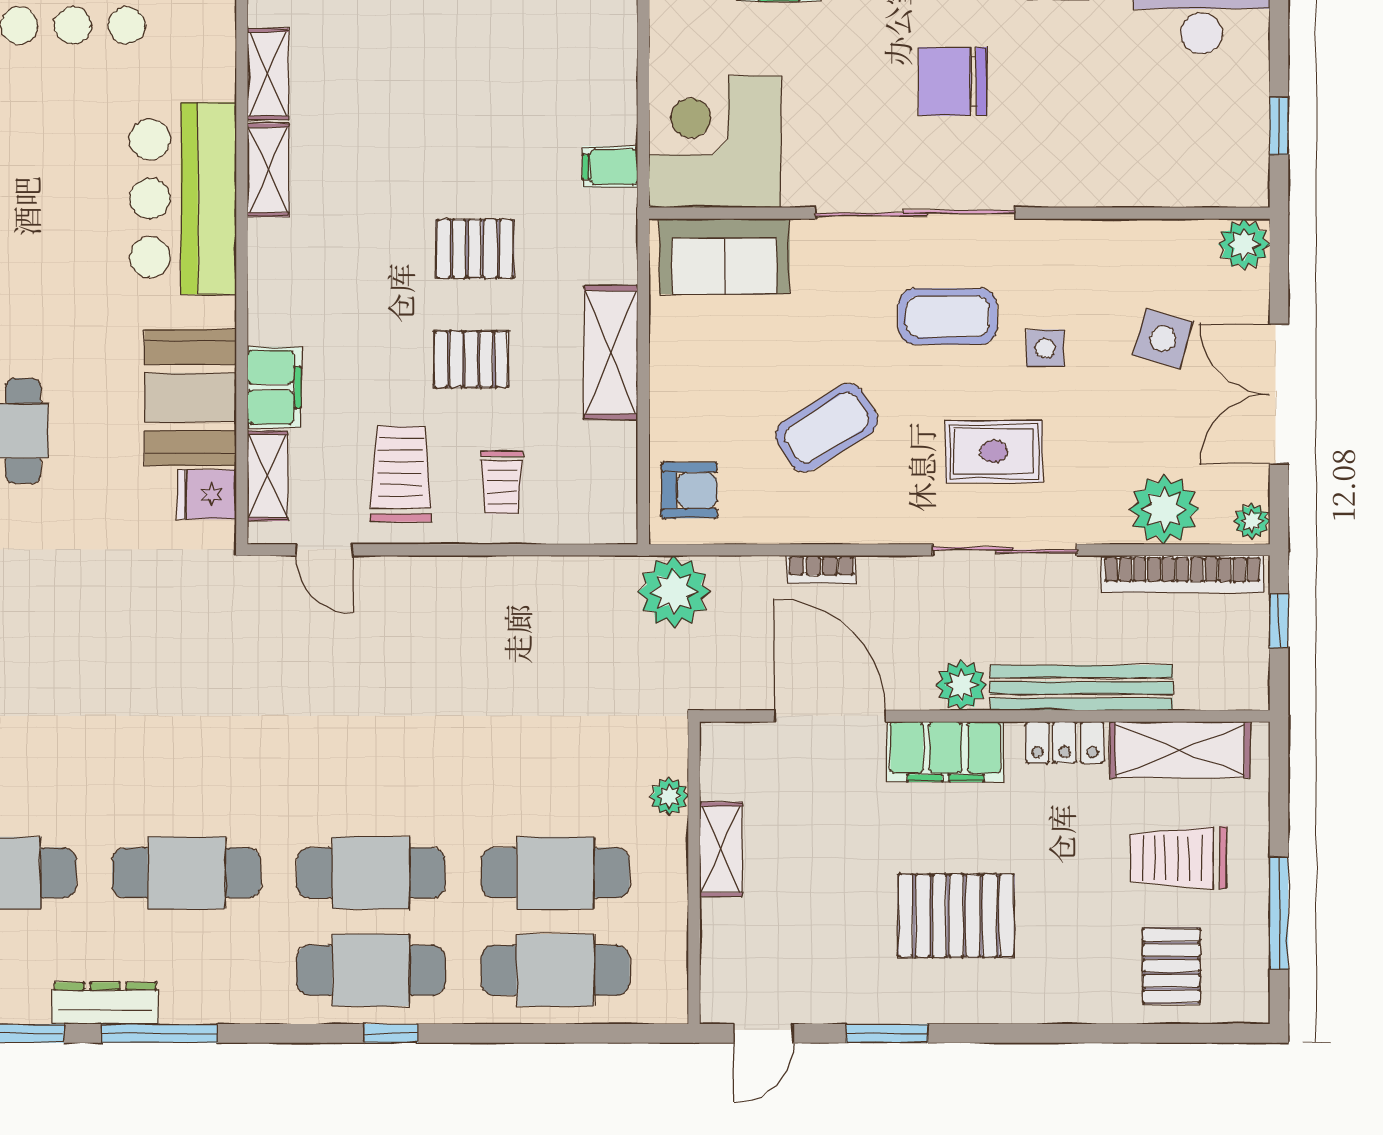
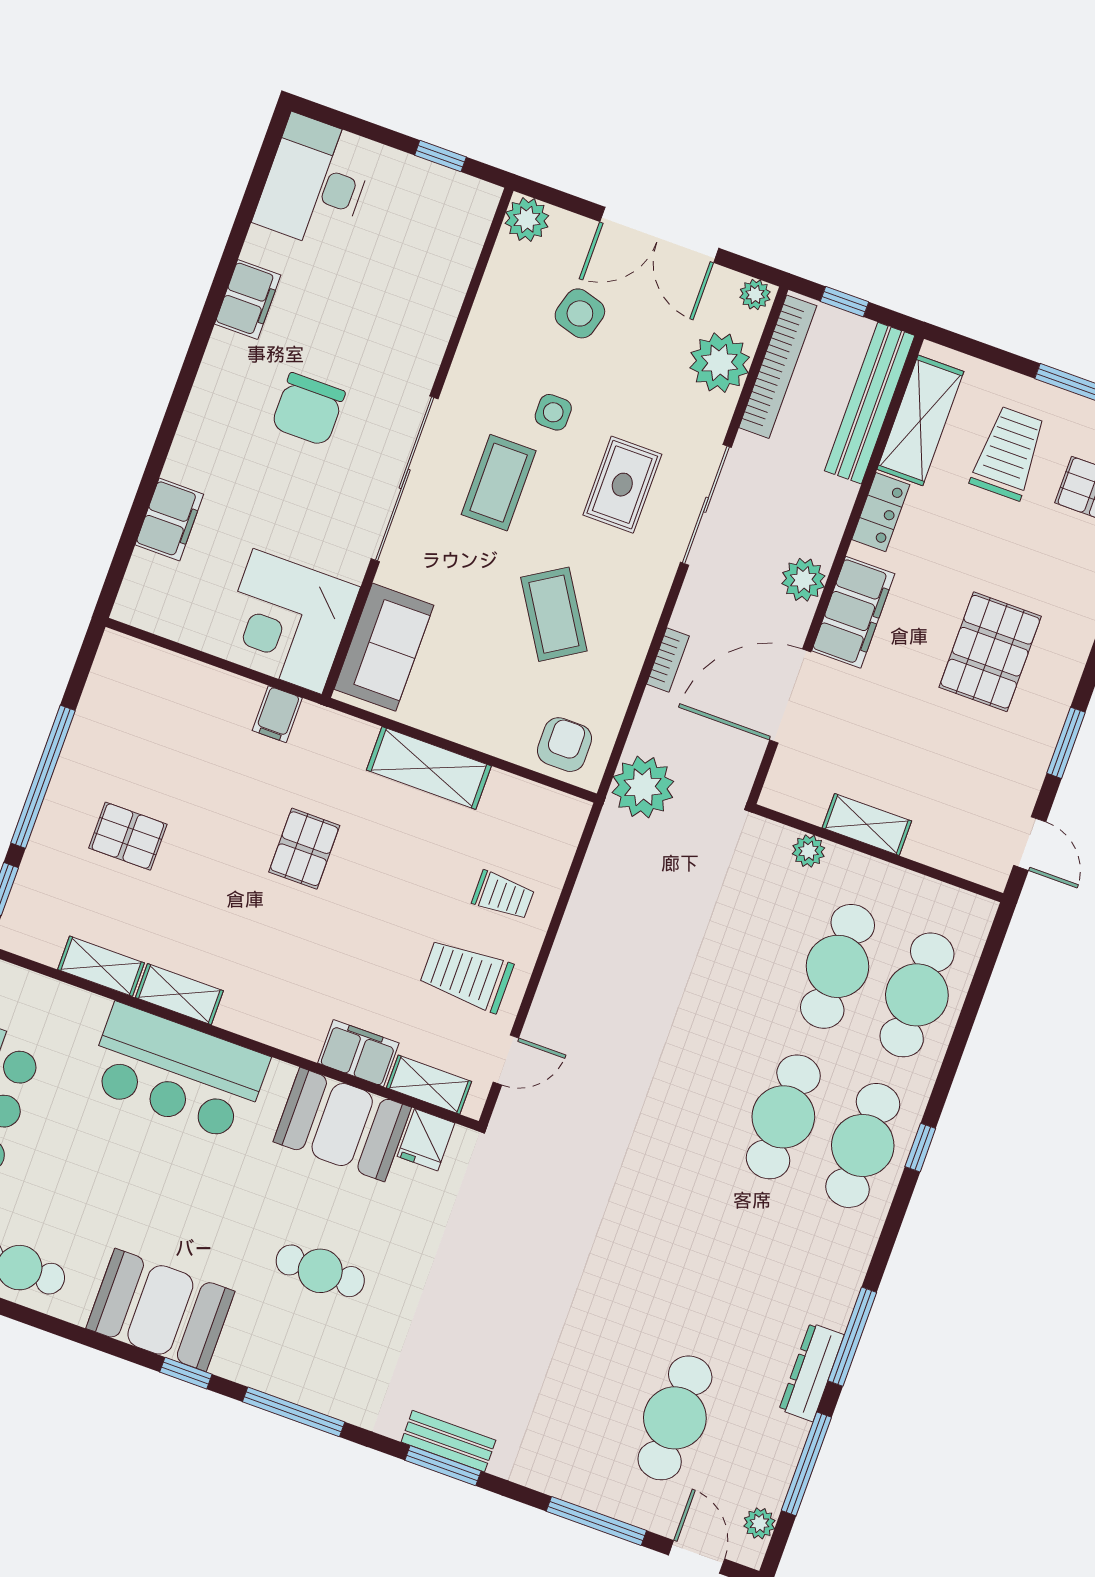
pallet: (471, 359) -> (128, 836), moved, turned 90
bench: (1082, 688) -> (870, 403), moved
trolley: (1179, 858) -> (1008, 453), turned 180
cafe table: (187, 873) -> (729, 1267), removed

